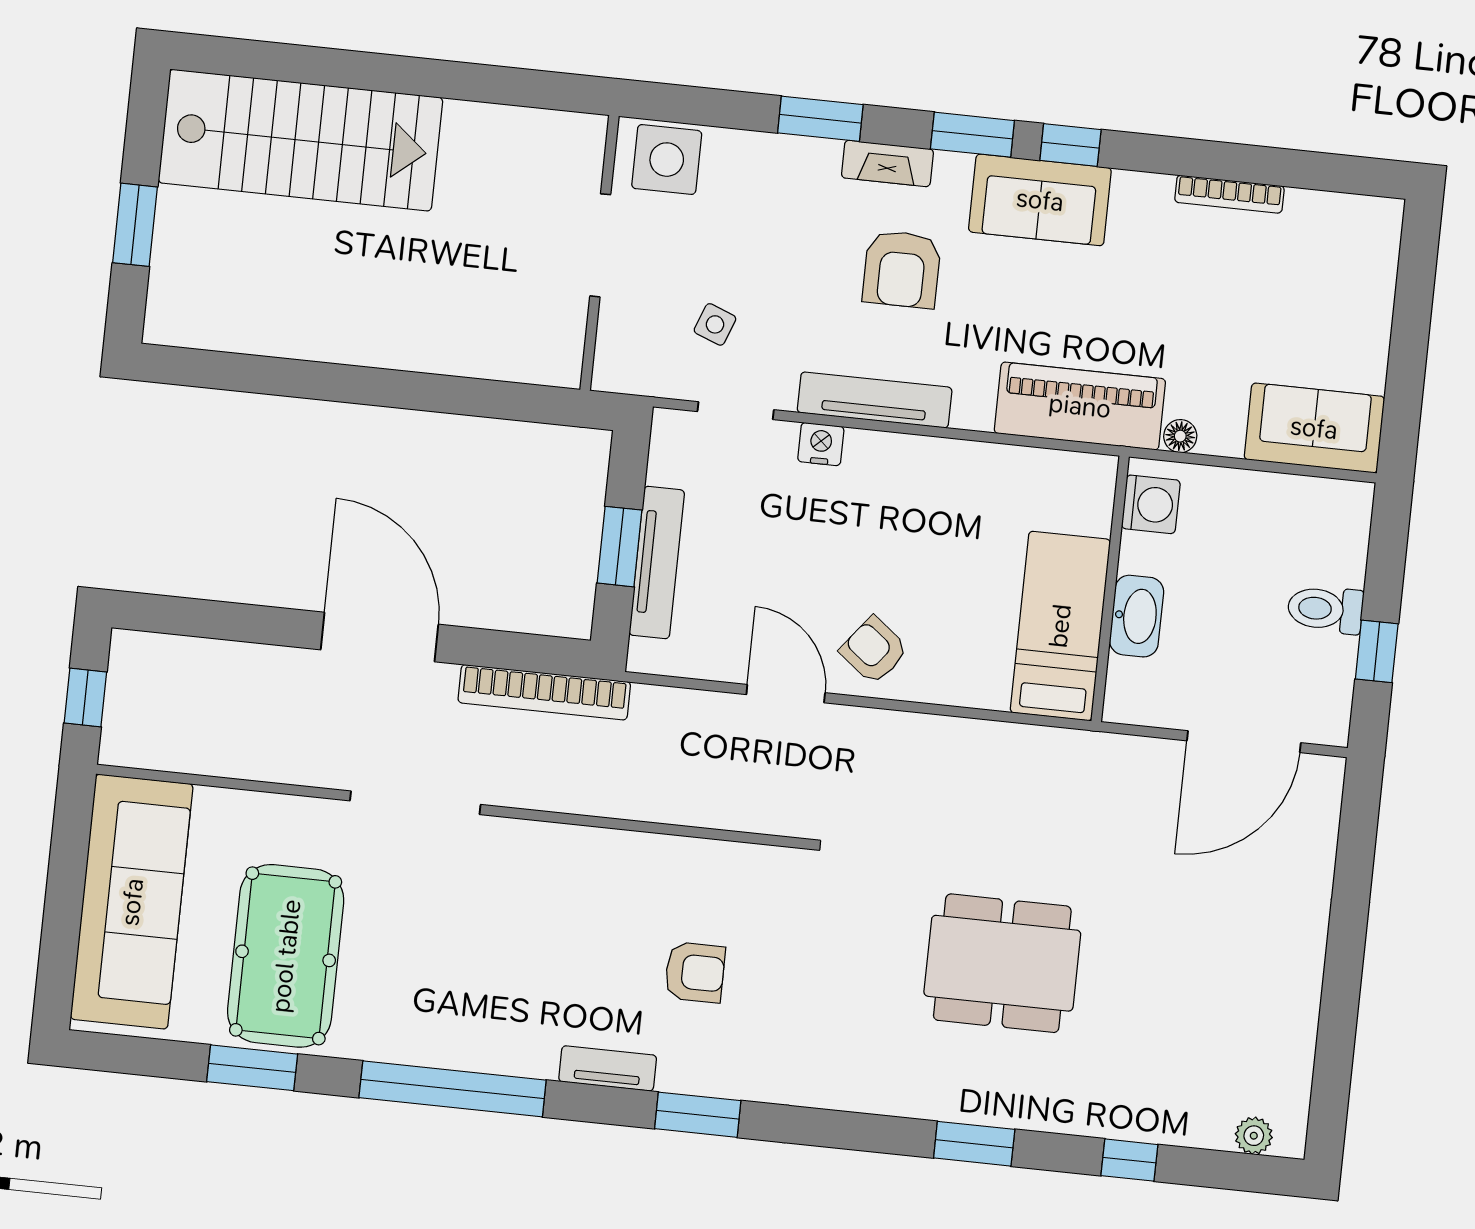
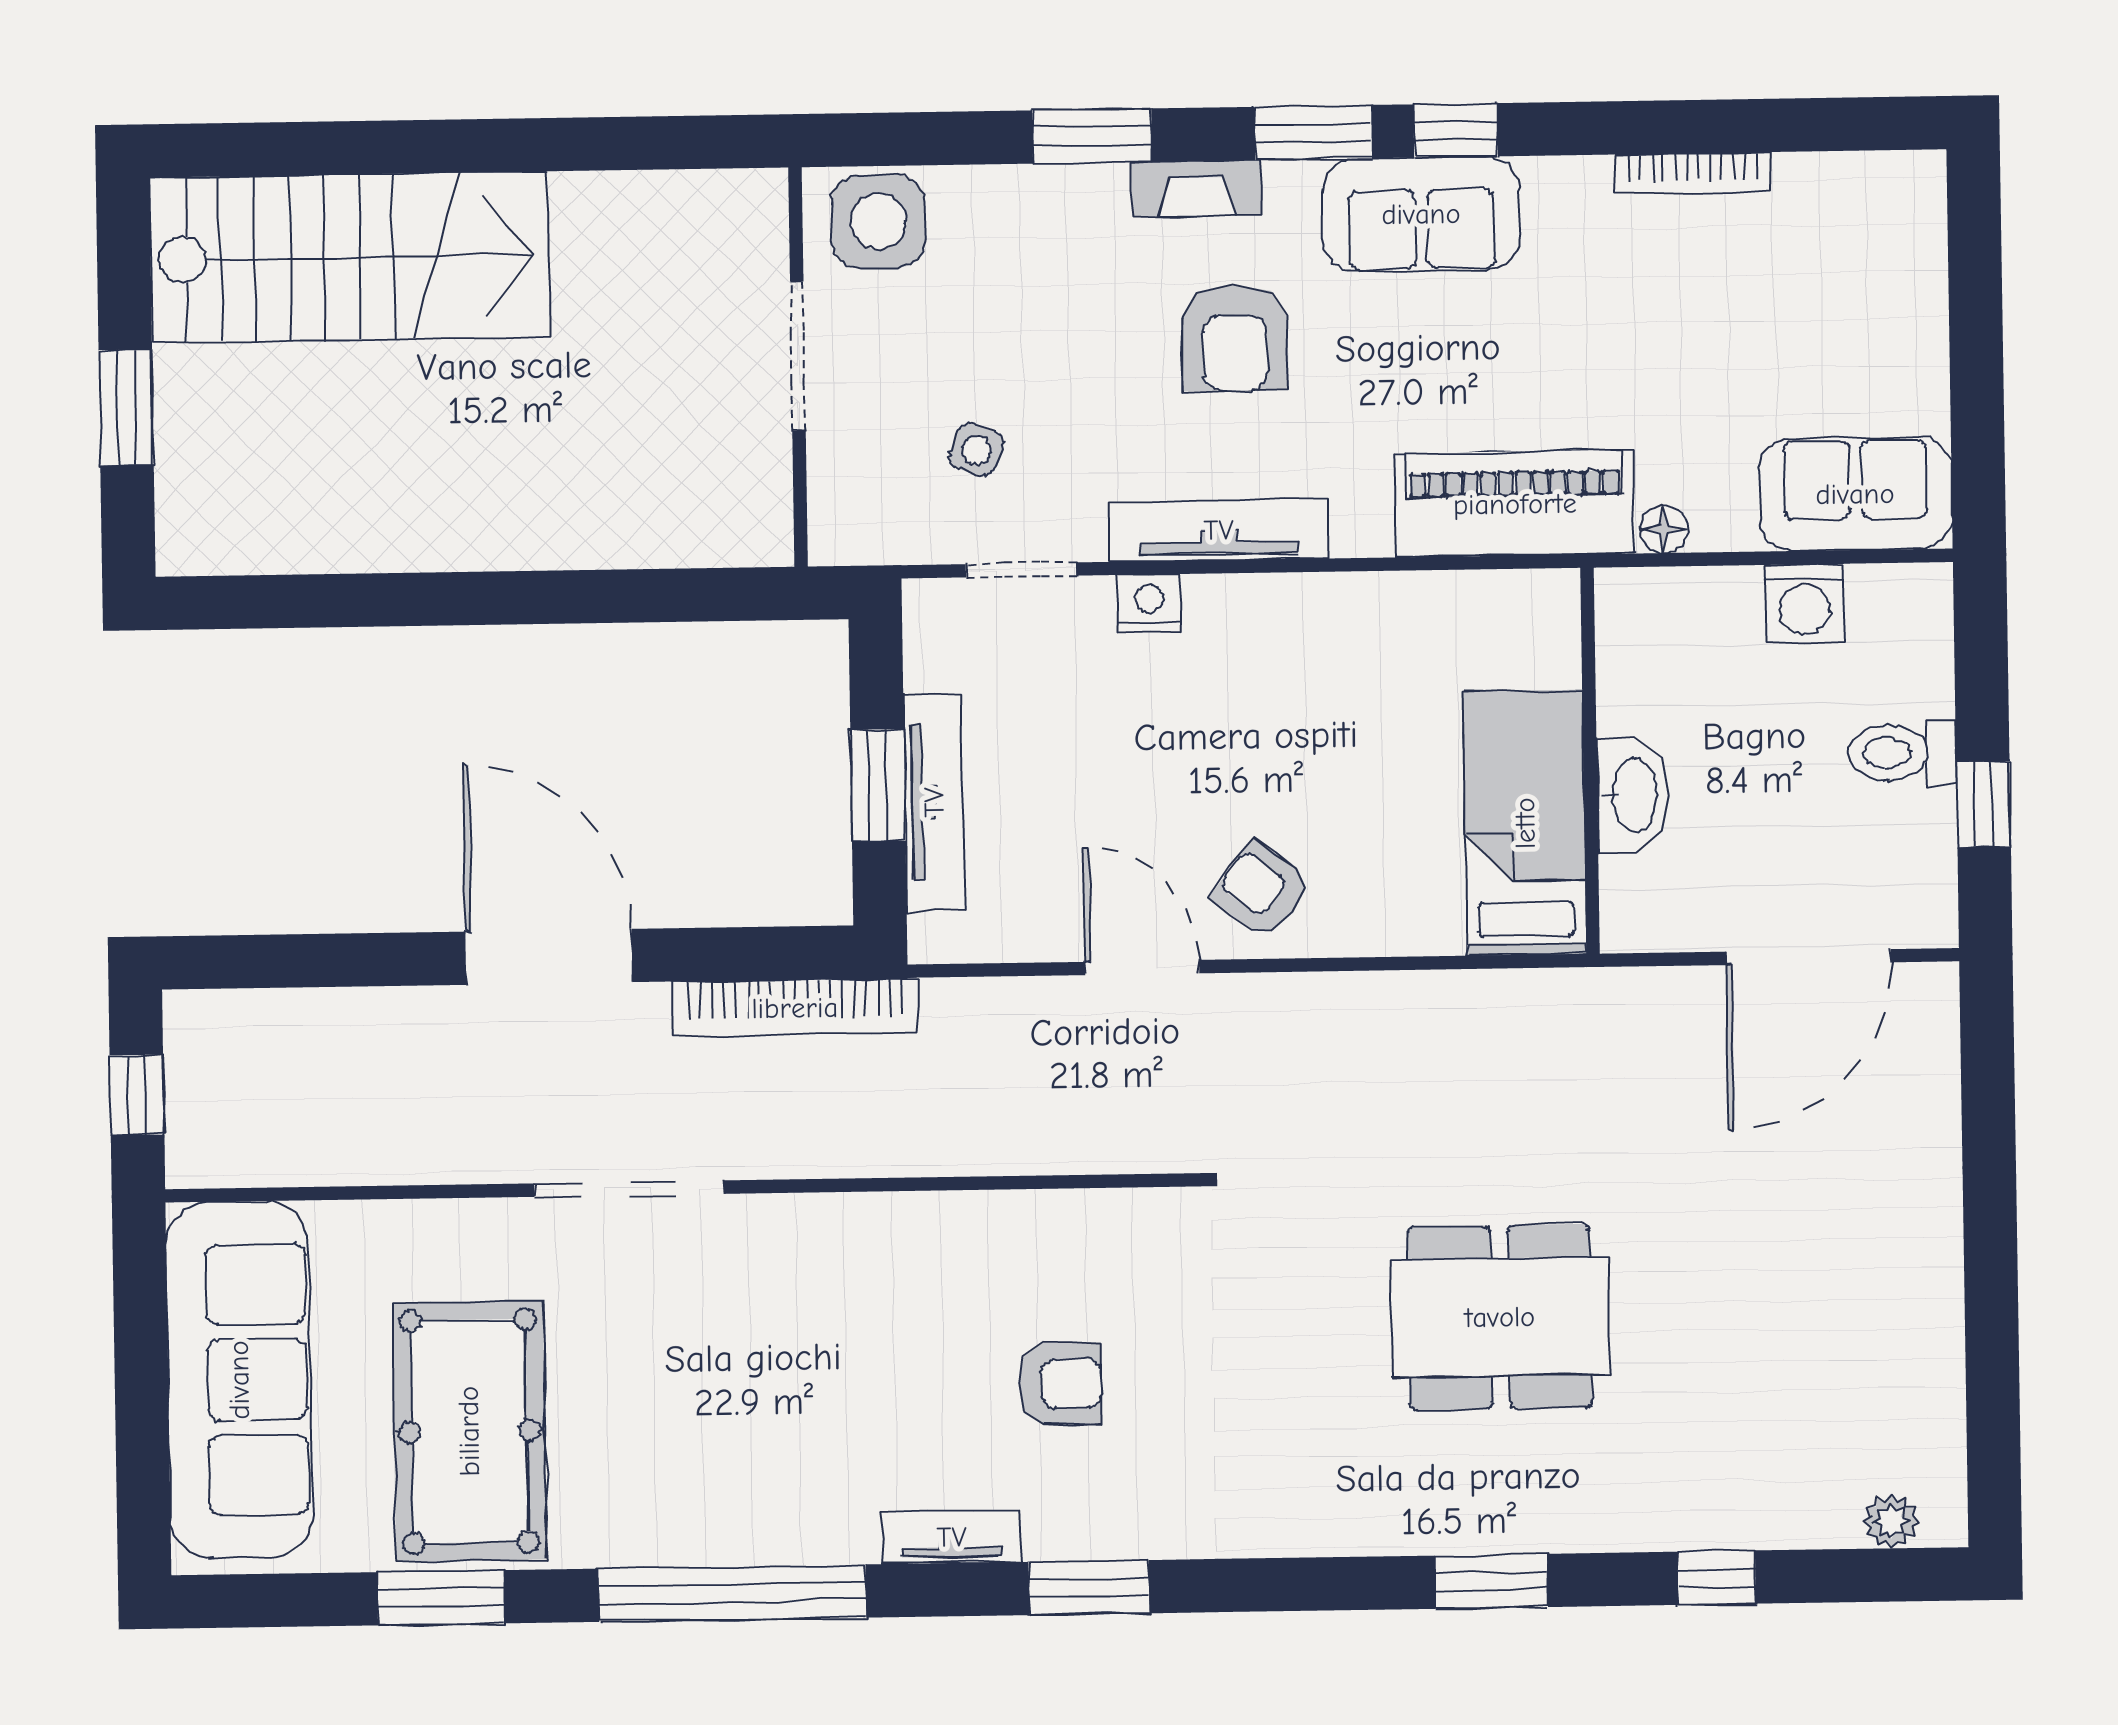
washing machine: (1151, 504) -> (1805, 603), moved, turned 90

